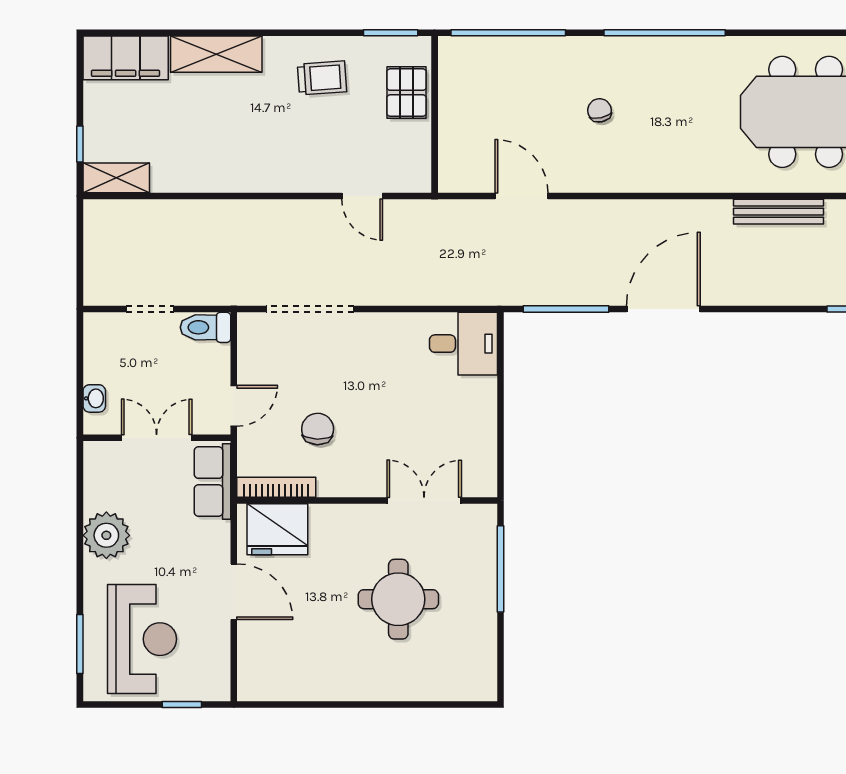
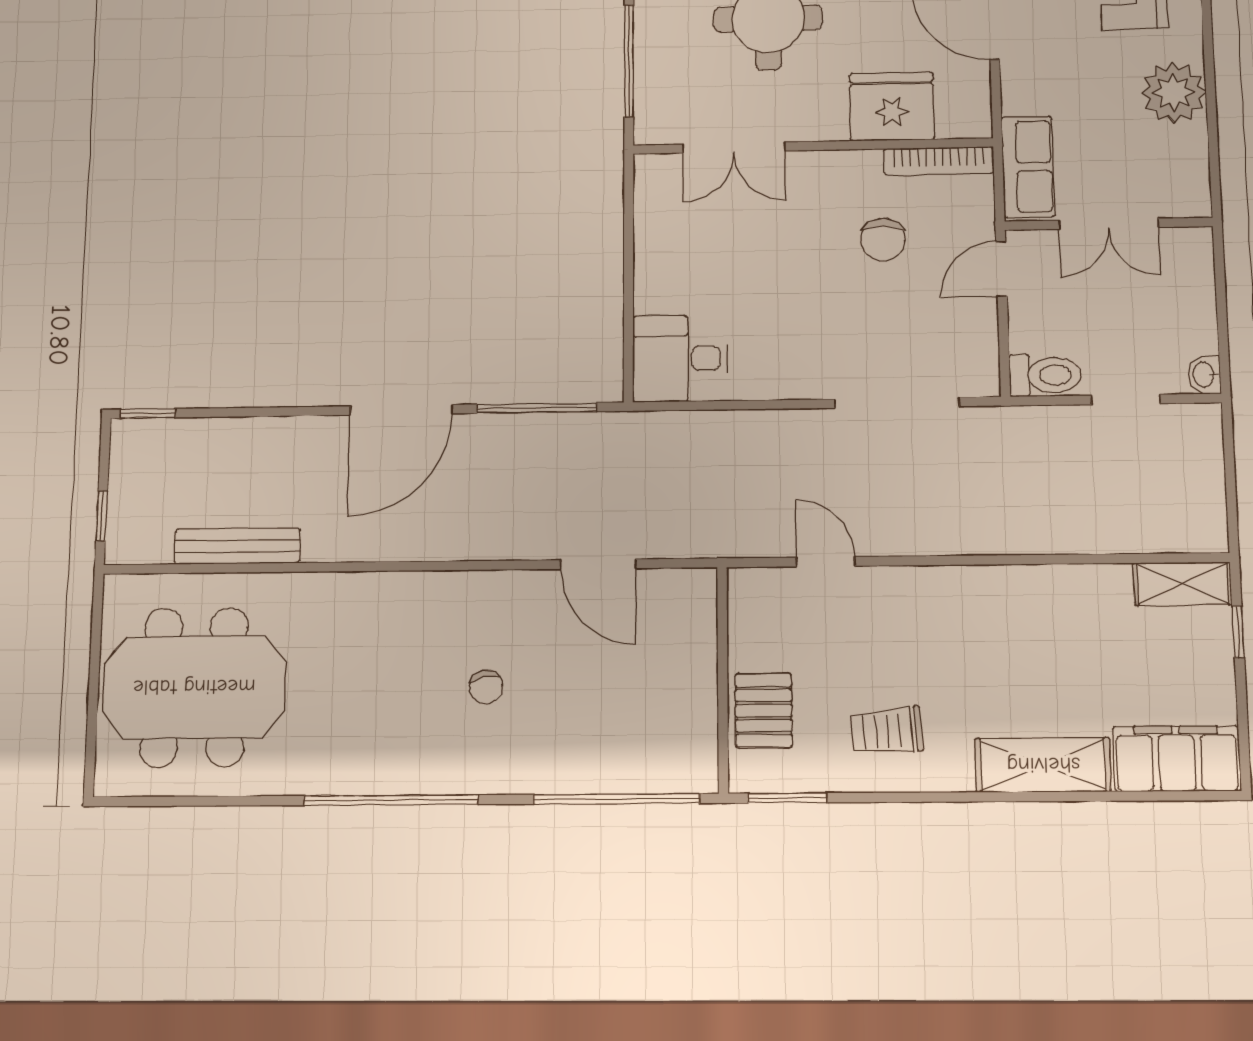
washbasin: (94, 398) -> (1204, 375), moved
fridge: (277, 529) -> (892, 107), moved

